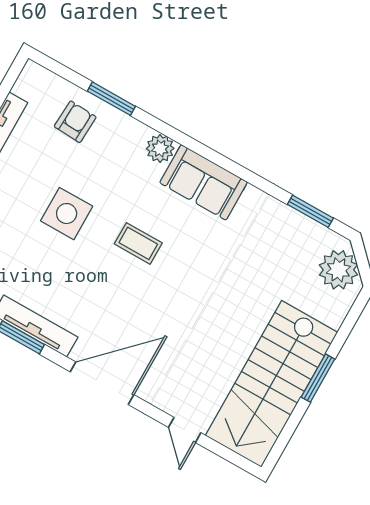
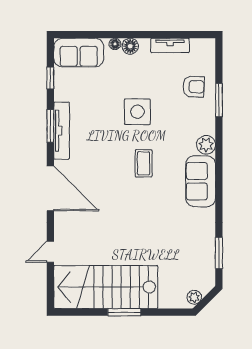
plant: (338, 270) -> (194, 297), width x0.53, depth x0.53

